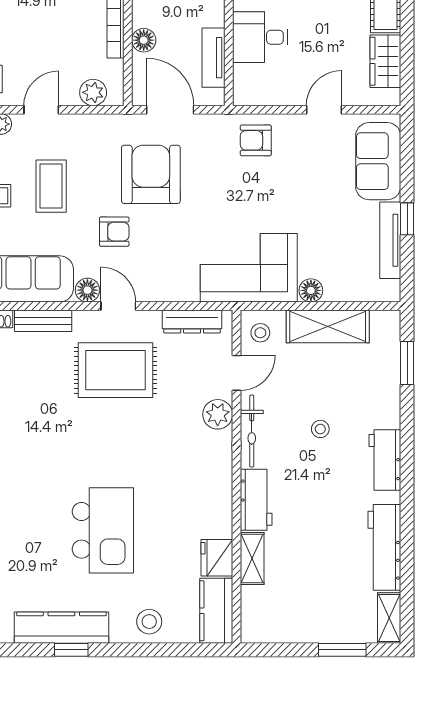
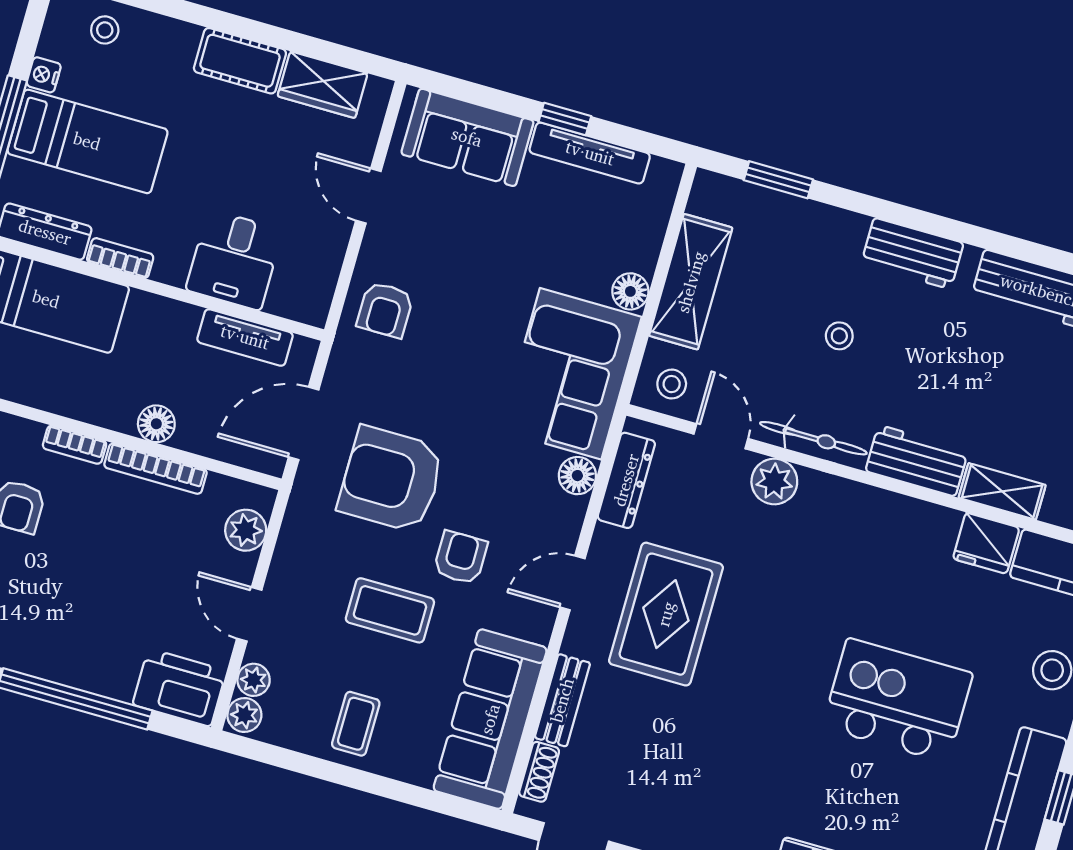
floor lamp: (144, 40) -> (156, 424), moved
coffee table: (51, 186) -> (390, 610), moved
floor lamp: (87, 290) -> (577, 476), moved

